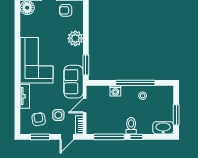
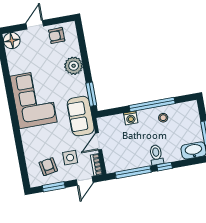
tv unit: (25, 96) -> (28, 143), removed

